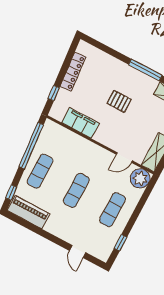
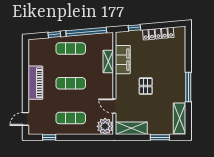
pallet: (119, 101) -> (146, 86), moved
shelving: (74, 139) -> (108, 62), added
window: (11, 192) -> (54, 35), moved
piano: (28, 212) -> (35, 83), moved
door: (78, 252) -> (25, 119), moved

